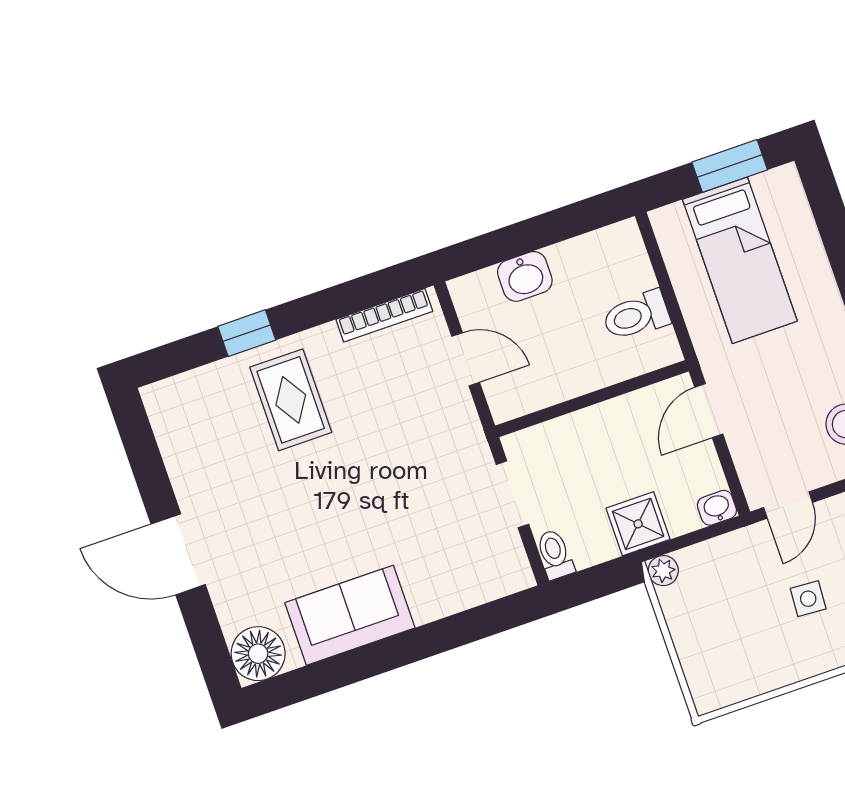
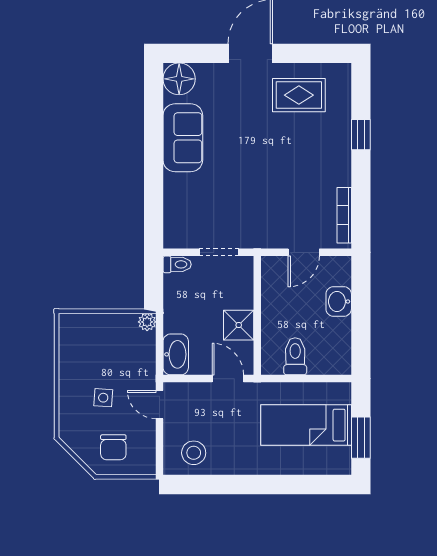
rug: (291, 400) -> (299, 95), moved
washbasin: (717, 508) -> (176, 354), width x1.91, depth x1.45
shower: (638, 524) -> (239, 325), moved

